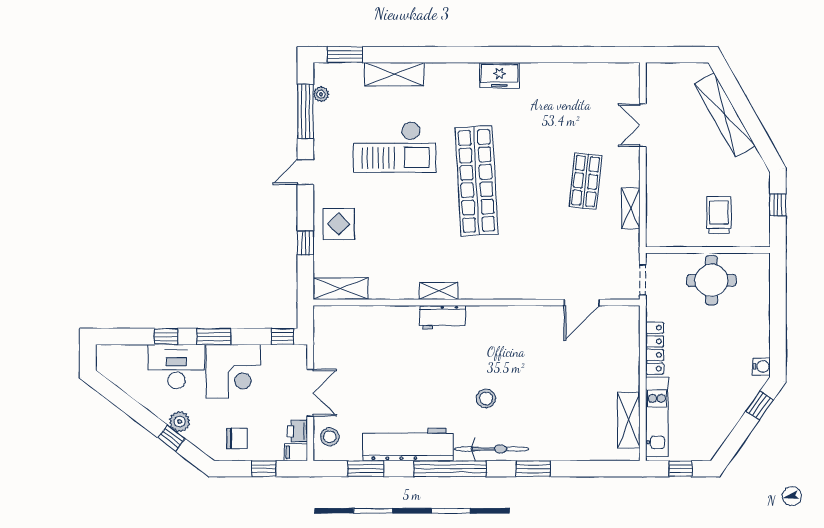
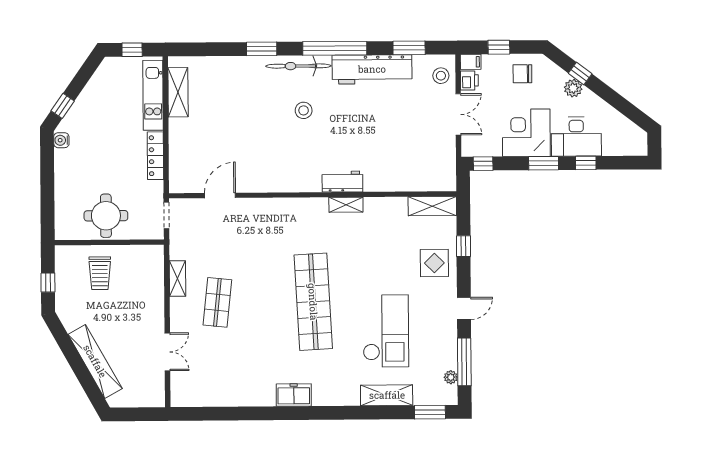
checkout: (394, 147) -> (386, 331), turned 90
double door: (310, 393) -> (458, 114), swing flipped

